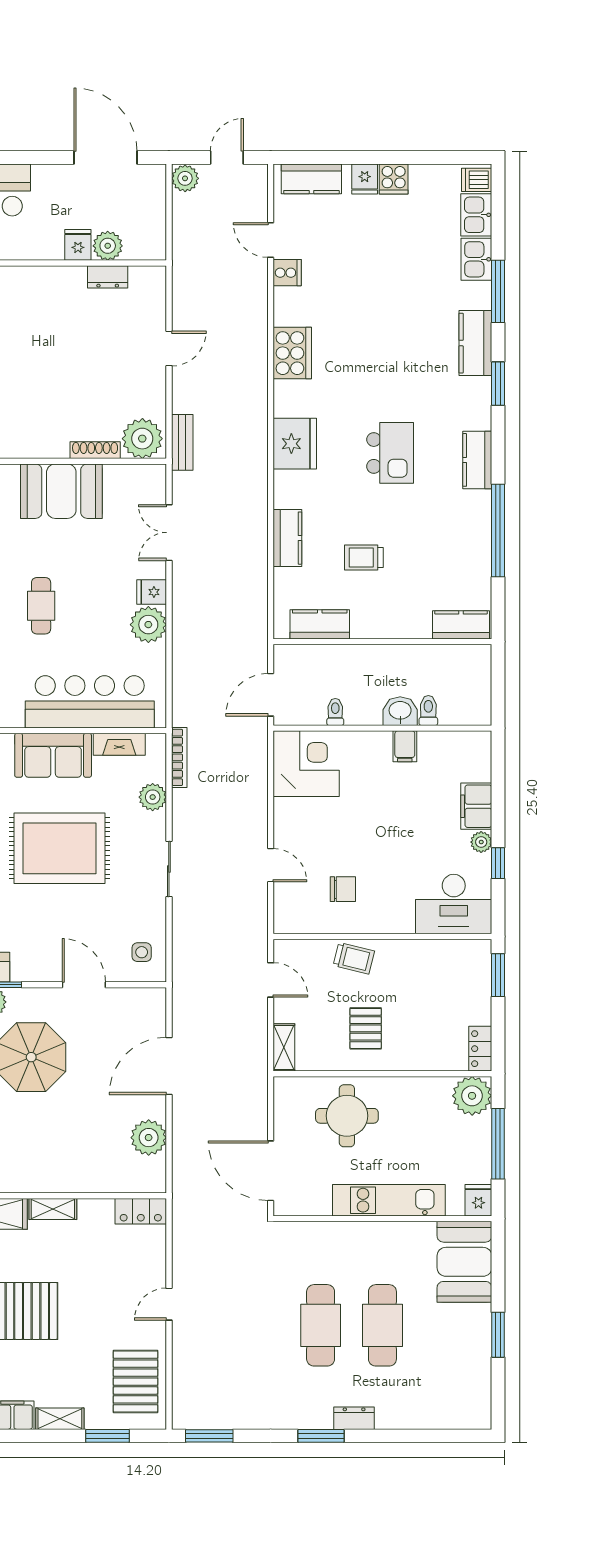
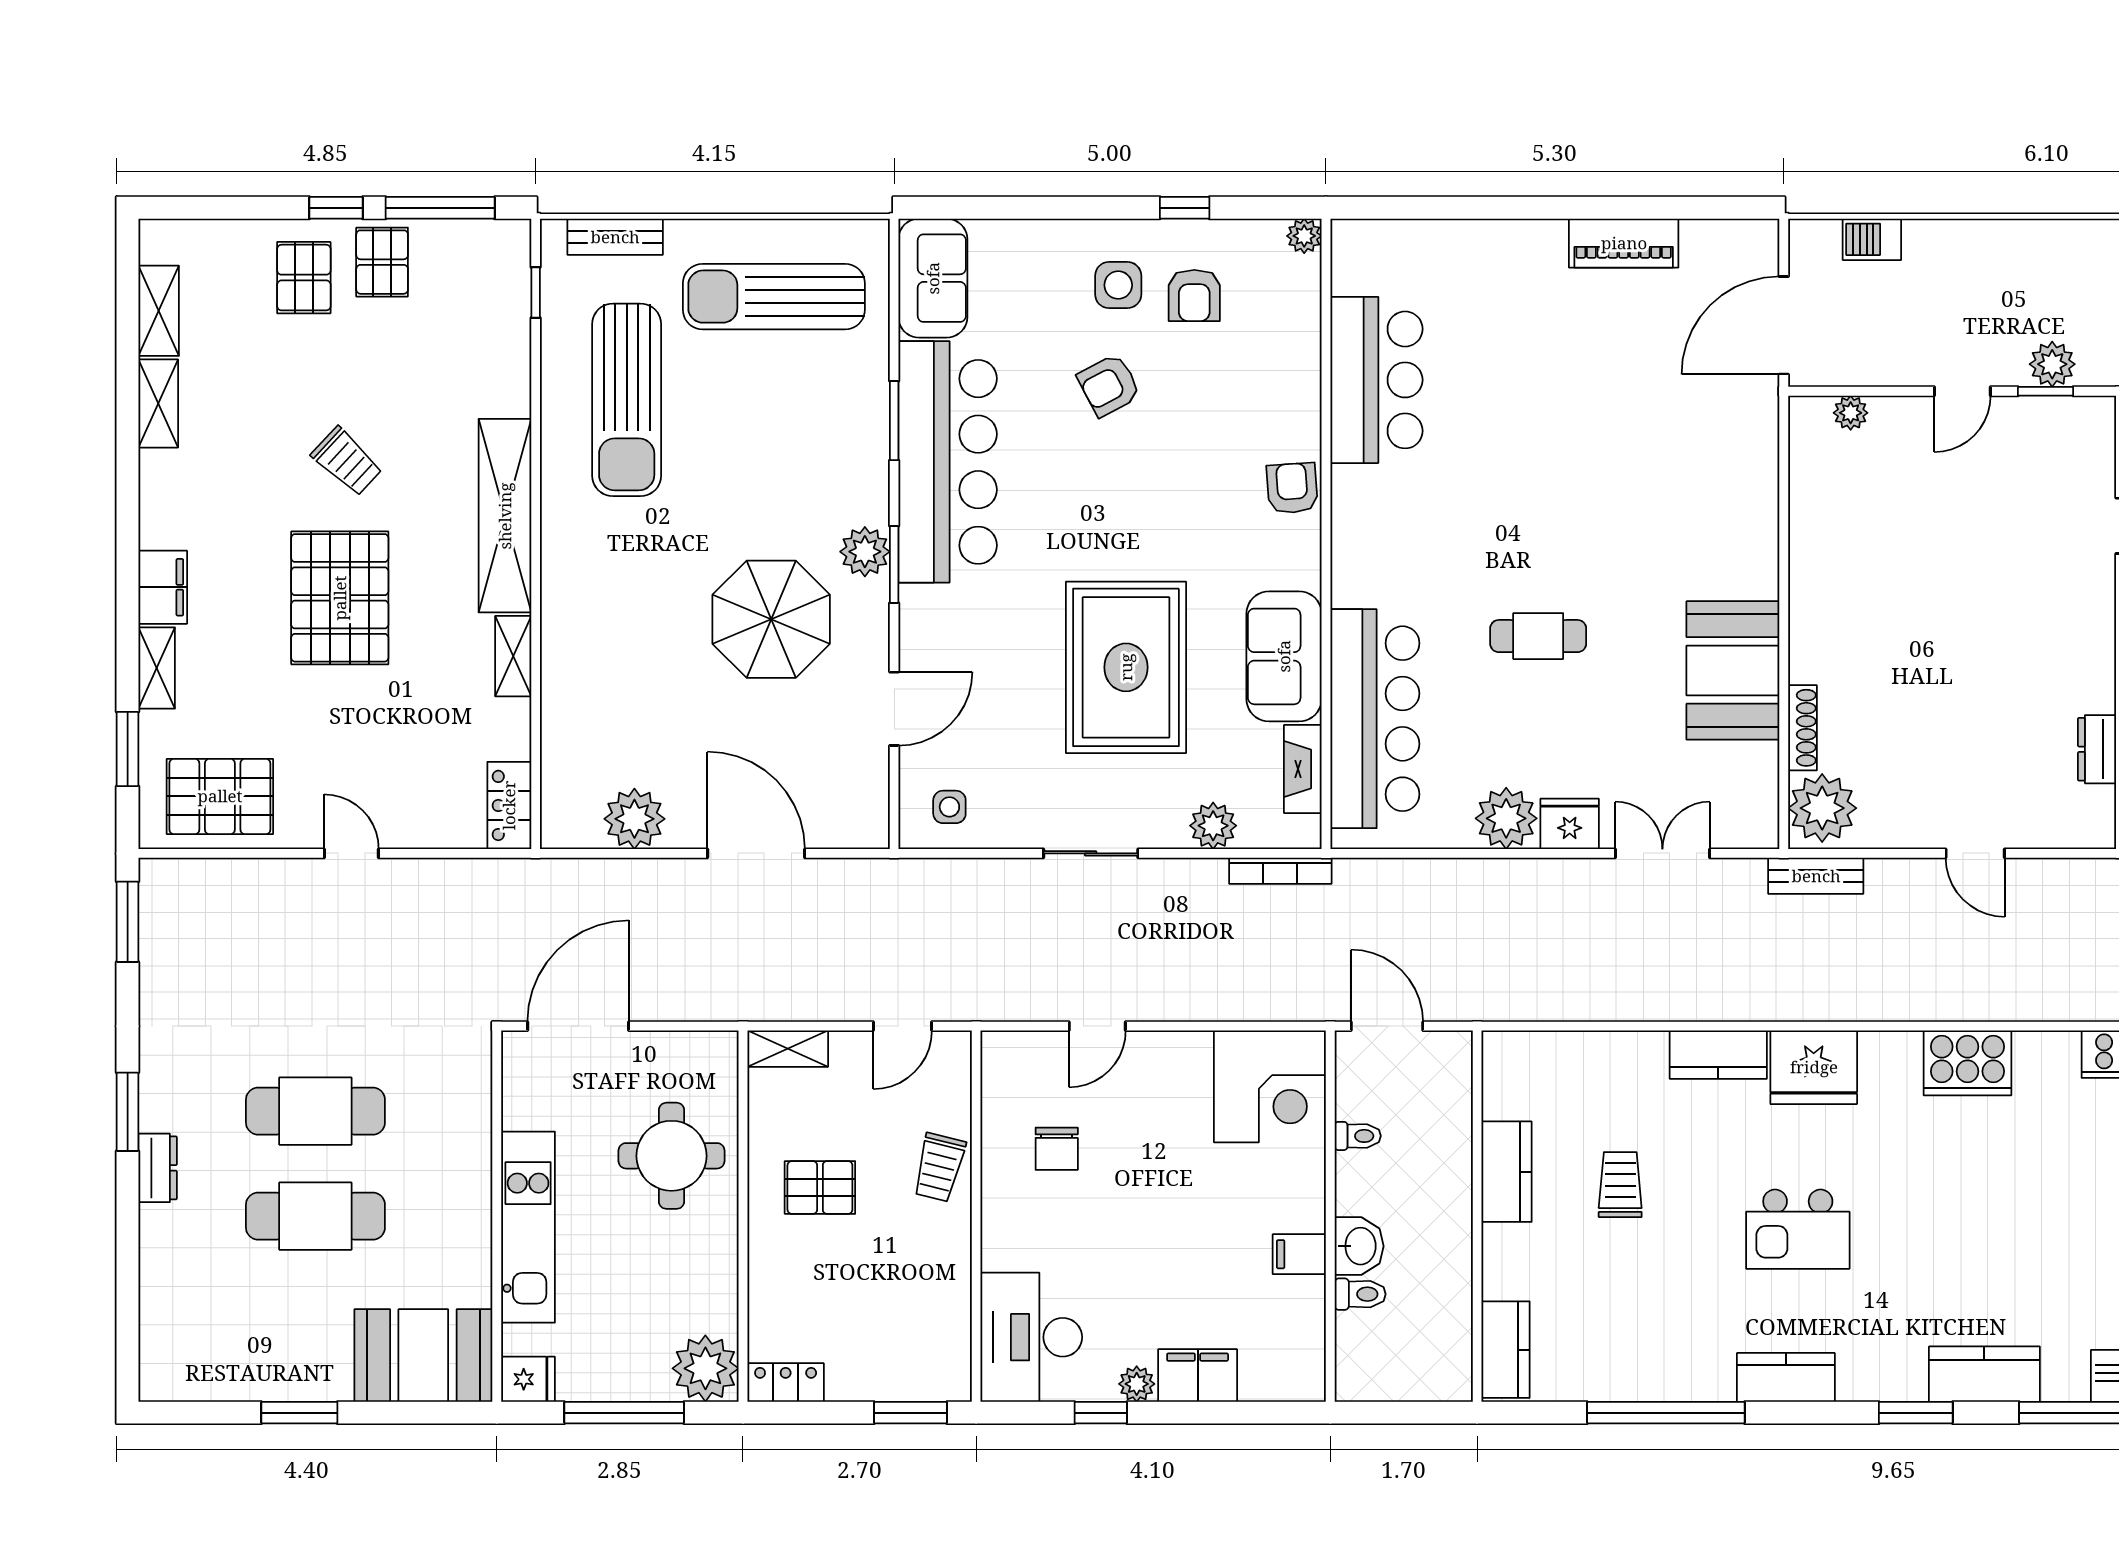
kitchen counter: (287, 538) -> (1718, 1055), moved
fridge: (152, 592) -> (1570, 824), width x1.38
kitchen counter: (320, 624) -> (1507, 1172), moved

